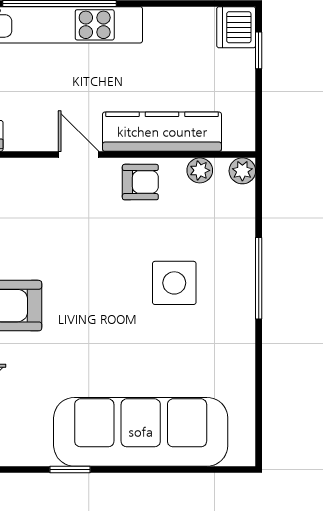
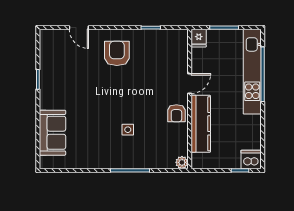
plant: (200, 170) -> (182, 142), removed
side table: (174, 283) -> (128, 130), width x0.54, depth x0.54
sofa: (141, 432) -> (52, 133), width x0.54, depth x0.79

